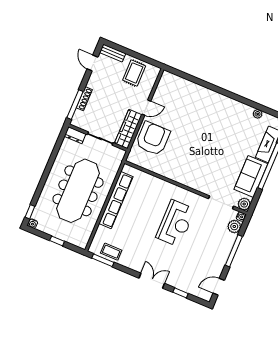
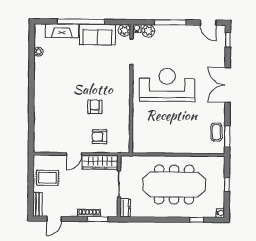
window: (75, 105) -> (98, 219), width x0.69
door: (146, 108) -> (74, 154), swing flipped
armchair: (153, 139) -> (99, 137), width x0.53, depth x0.53
armchair: (183, 146) -> (95, 107), added
row of seats: (116, 200) -> (168, 147), removed
window: (30, 212) -> (197, 220), moved
reception desk: (176, 223) -> (167, 85), width x1.36, depth x1.30
double door: (152, 281) -> (228, 85), width x1.37
window: (181, 293) -> (228, 40), moved

